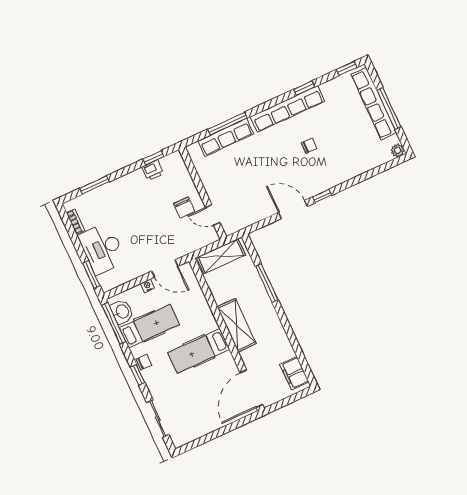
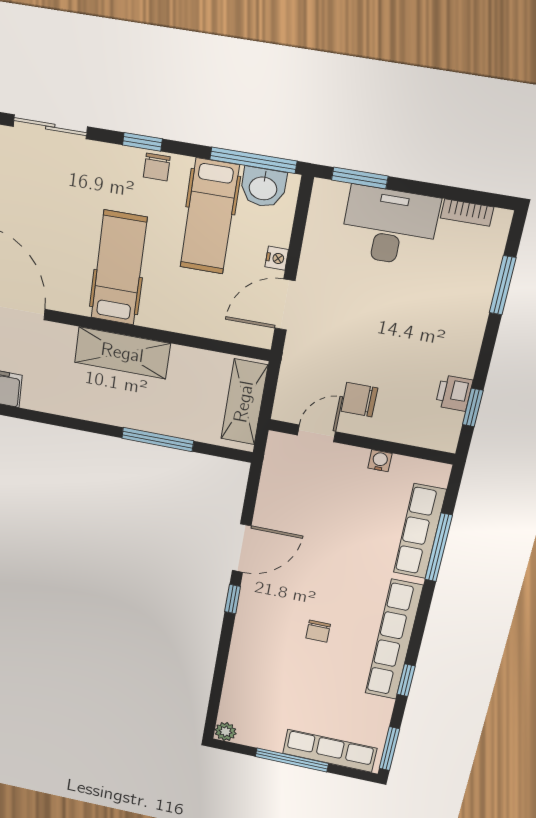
window: (347, 69) -> (389, 749), width x1.50
row of seats: (374, 103) -> (330, 751), width x0.73
water cooler: (205, 179) -> (380, 461), added

